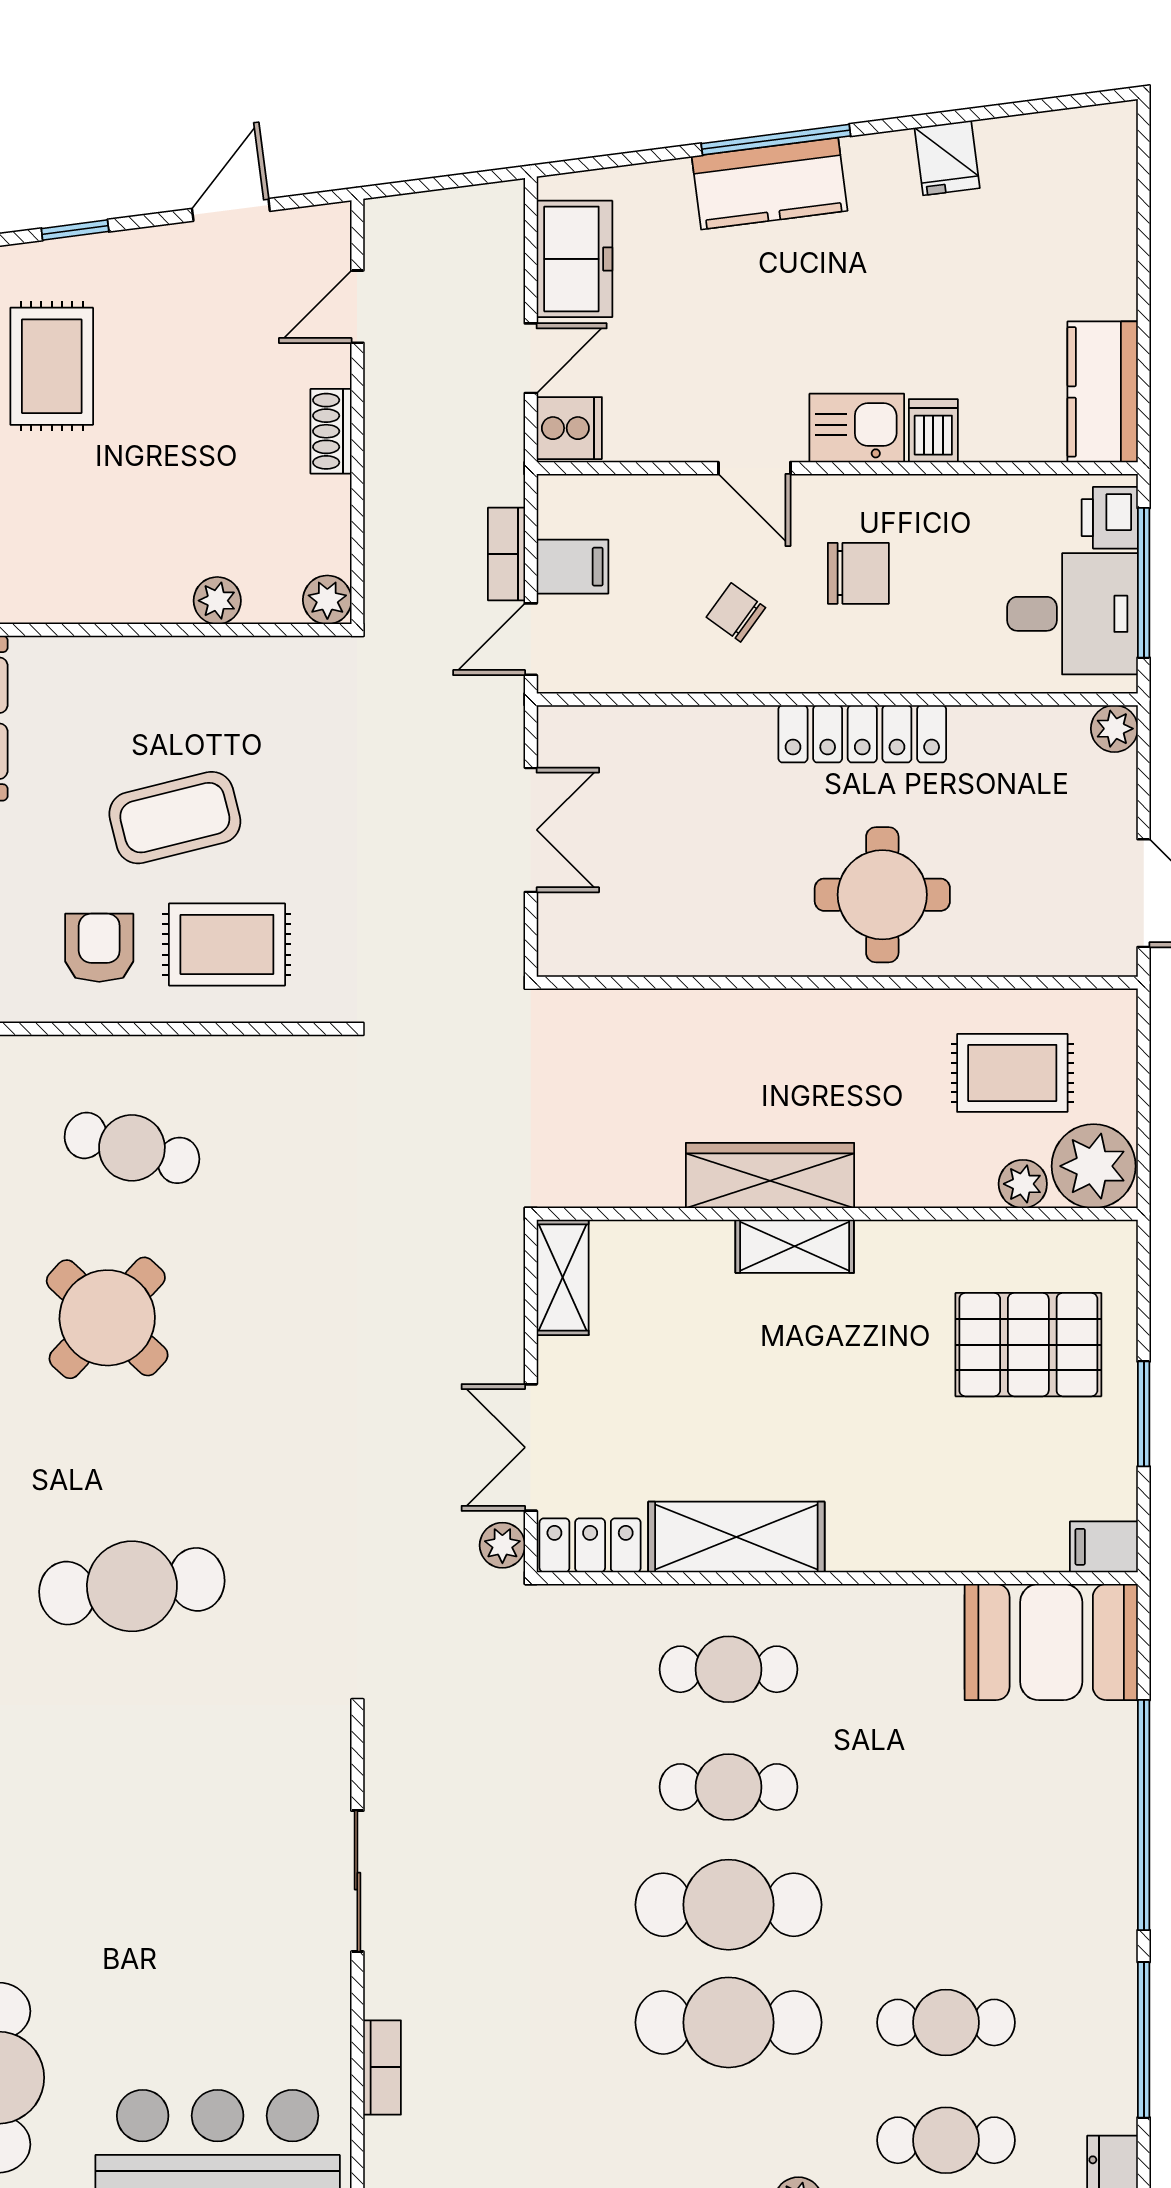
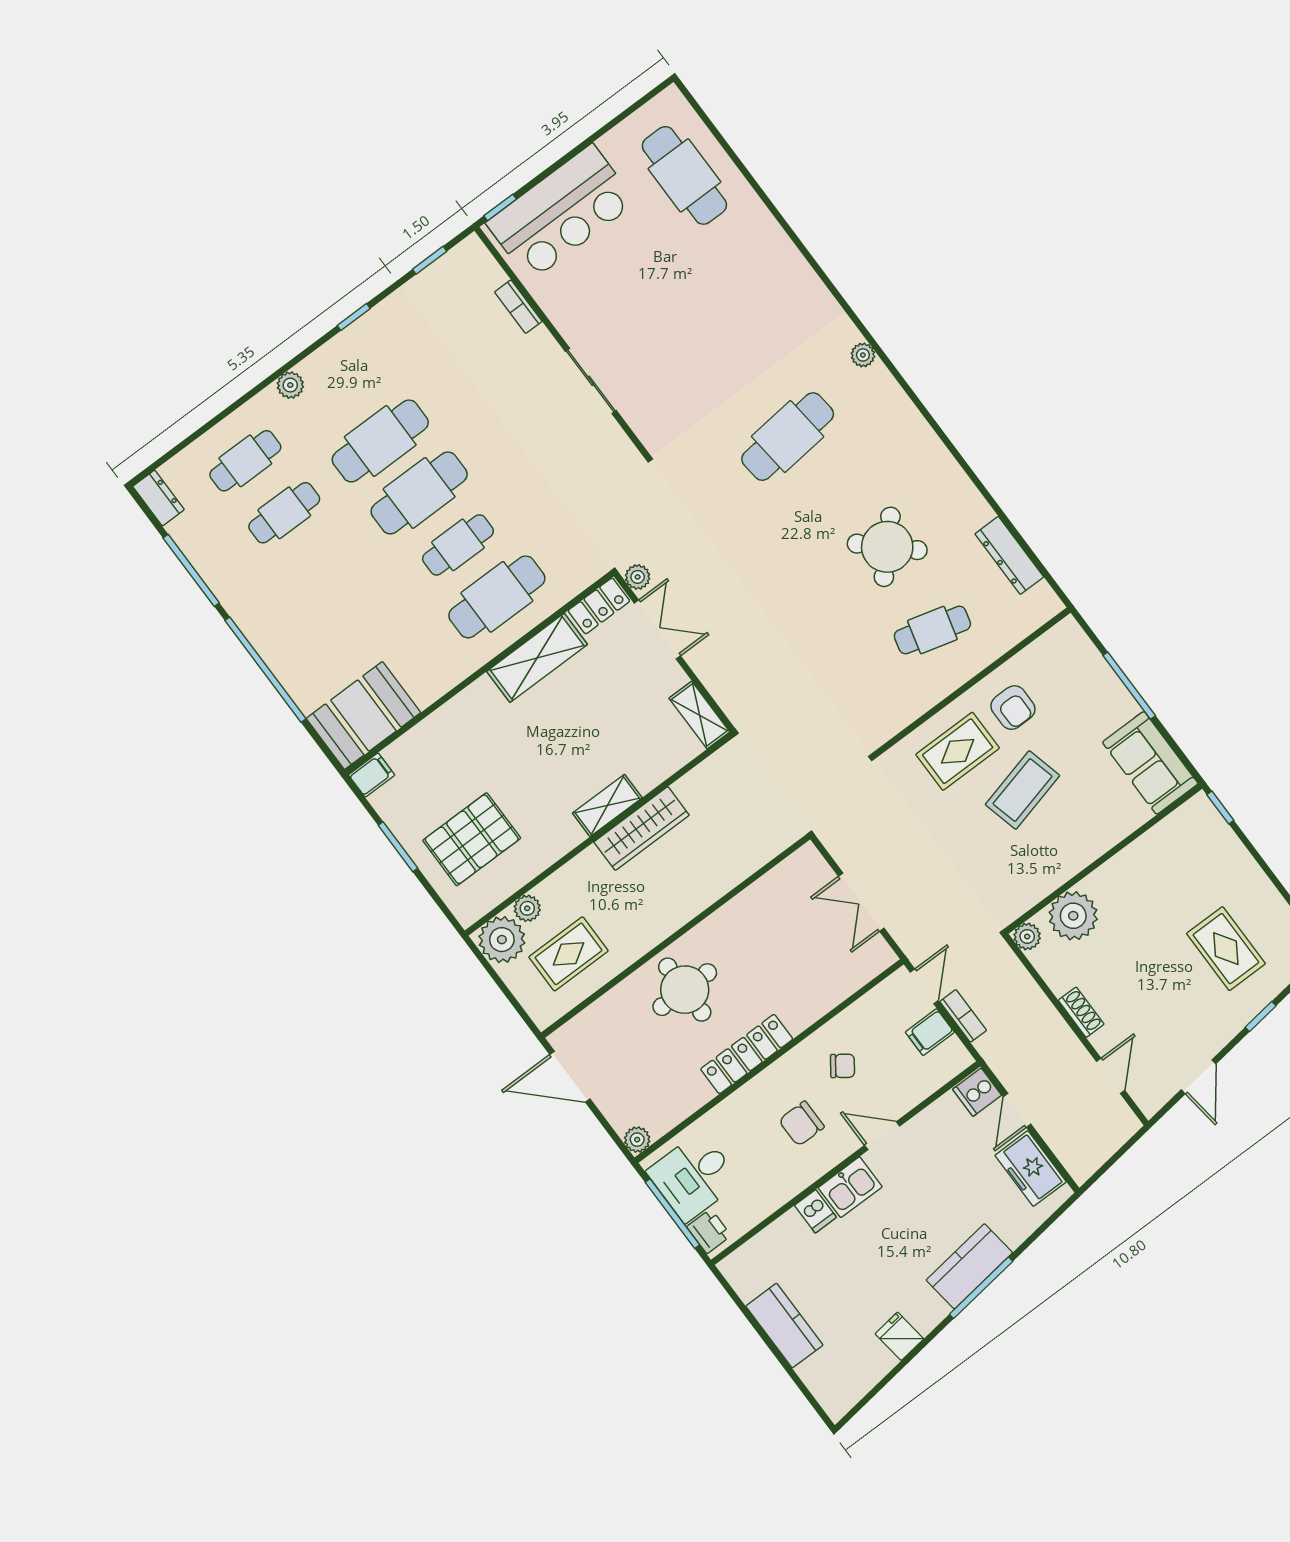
kitchen counter: (1103, 392) -> (784, 1326), moved
plant: (217, 601) -> (1073, 916), width x1.87, depth x1.87
cafe table: (728, 1669) -> (497, 597), width x1.37, depth x1.35

